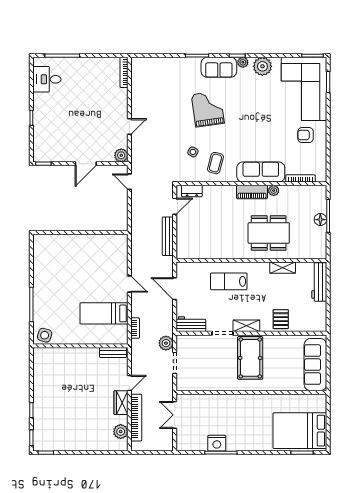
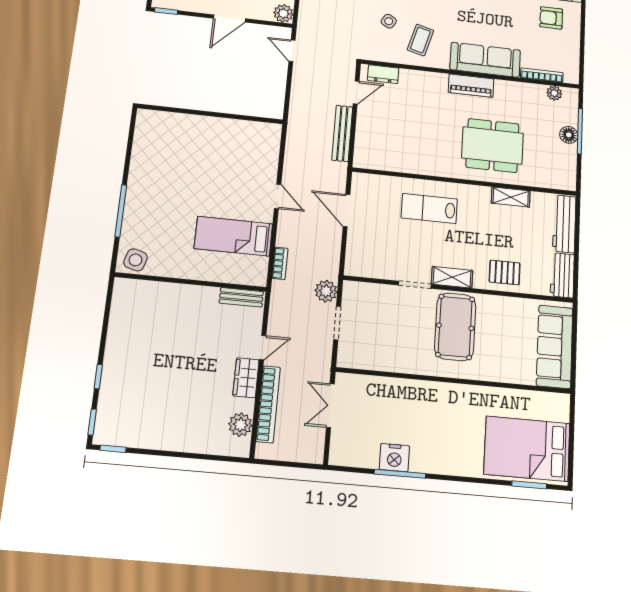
plant: (274, 191) -> (554, 93), moved
pallet: (281, 319) -> (505, 272), turned 90
workbench: (191, 324) -> (562, 275), moved, turned -90

